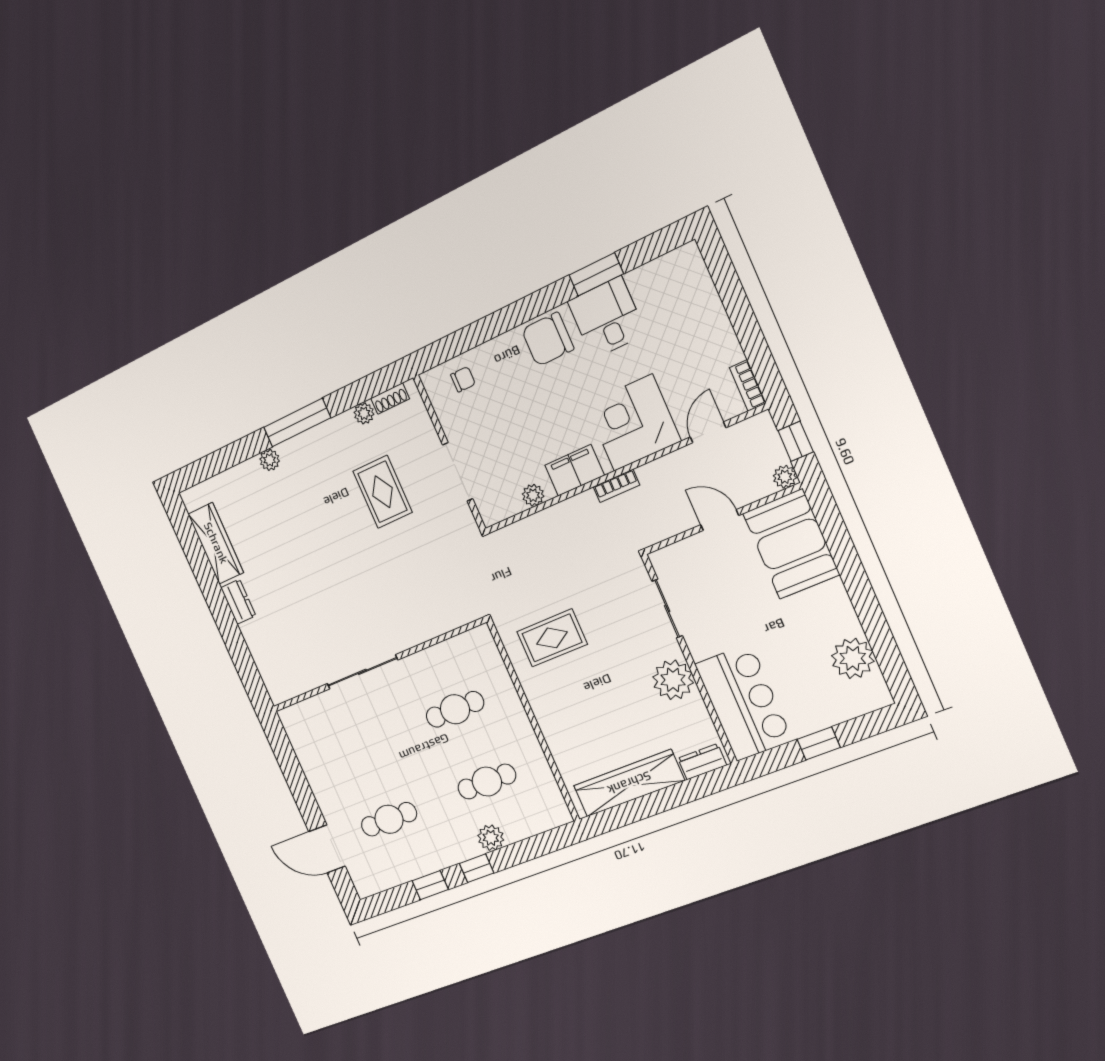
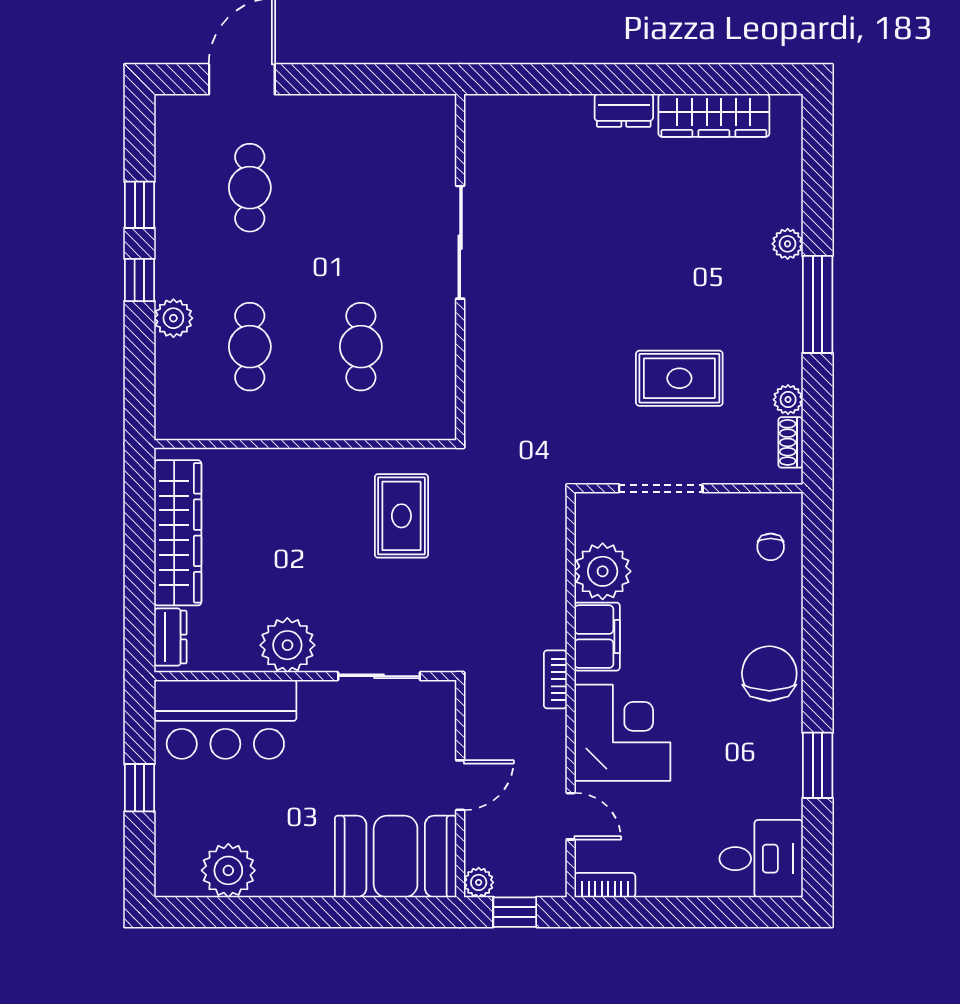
desk: (607, 318) -> (761, 859), moved
plant: (533, 495) -> (603, 571), width x1.87, depth x1.87

